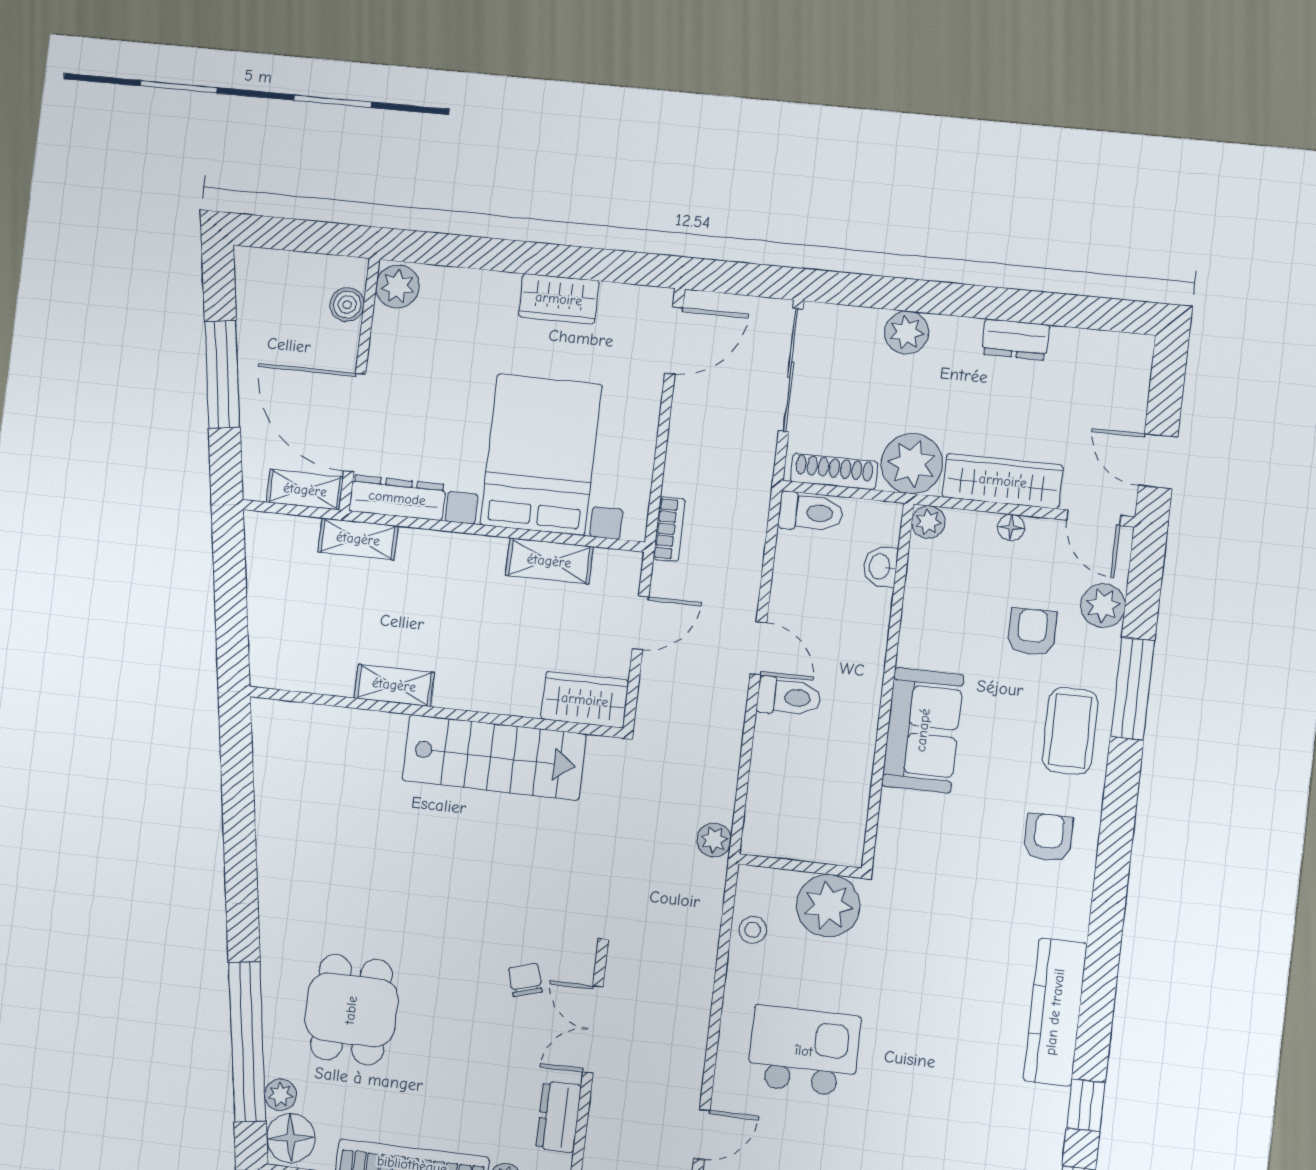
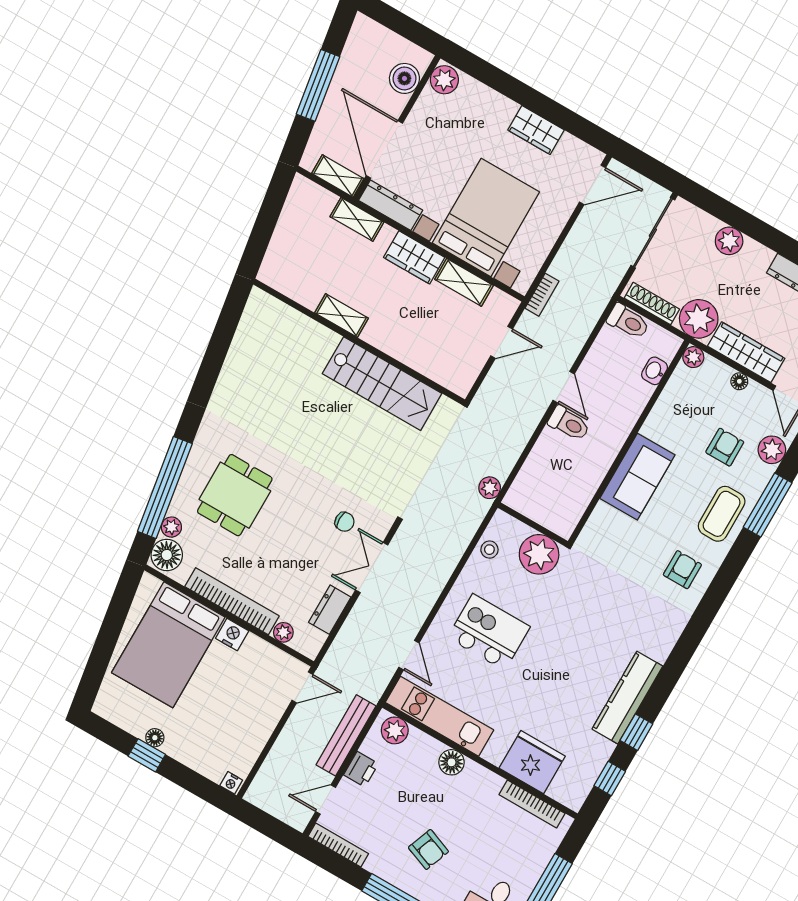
boiler: (347, 305) -> (404, 78), width x1.36, depth x1.36
wardrobe: (585, 700) -> (414, 257), moved, turned 180
chair: (525, 980) -> (345, 522), turned 106
kitchen counter: (1055, 1012) -> (627, 698), moved
door: (702, 1134) -> (409, 655), hinge flipped

